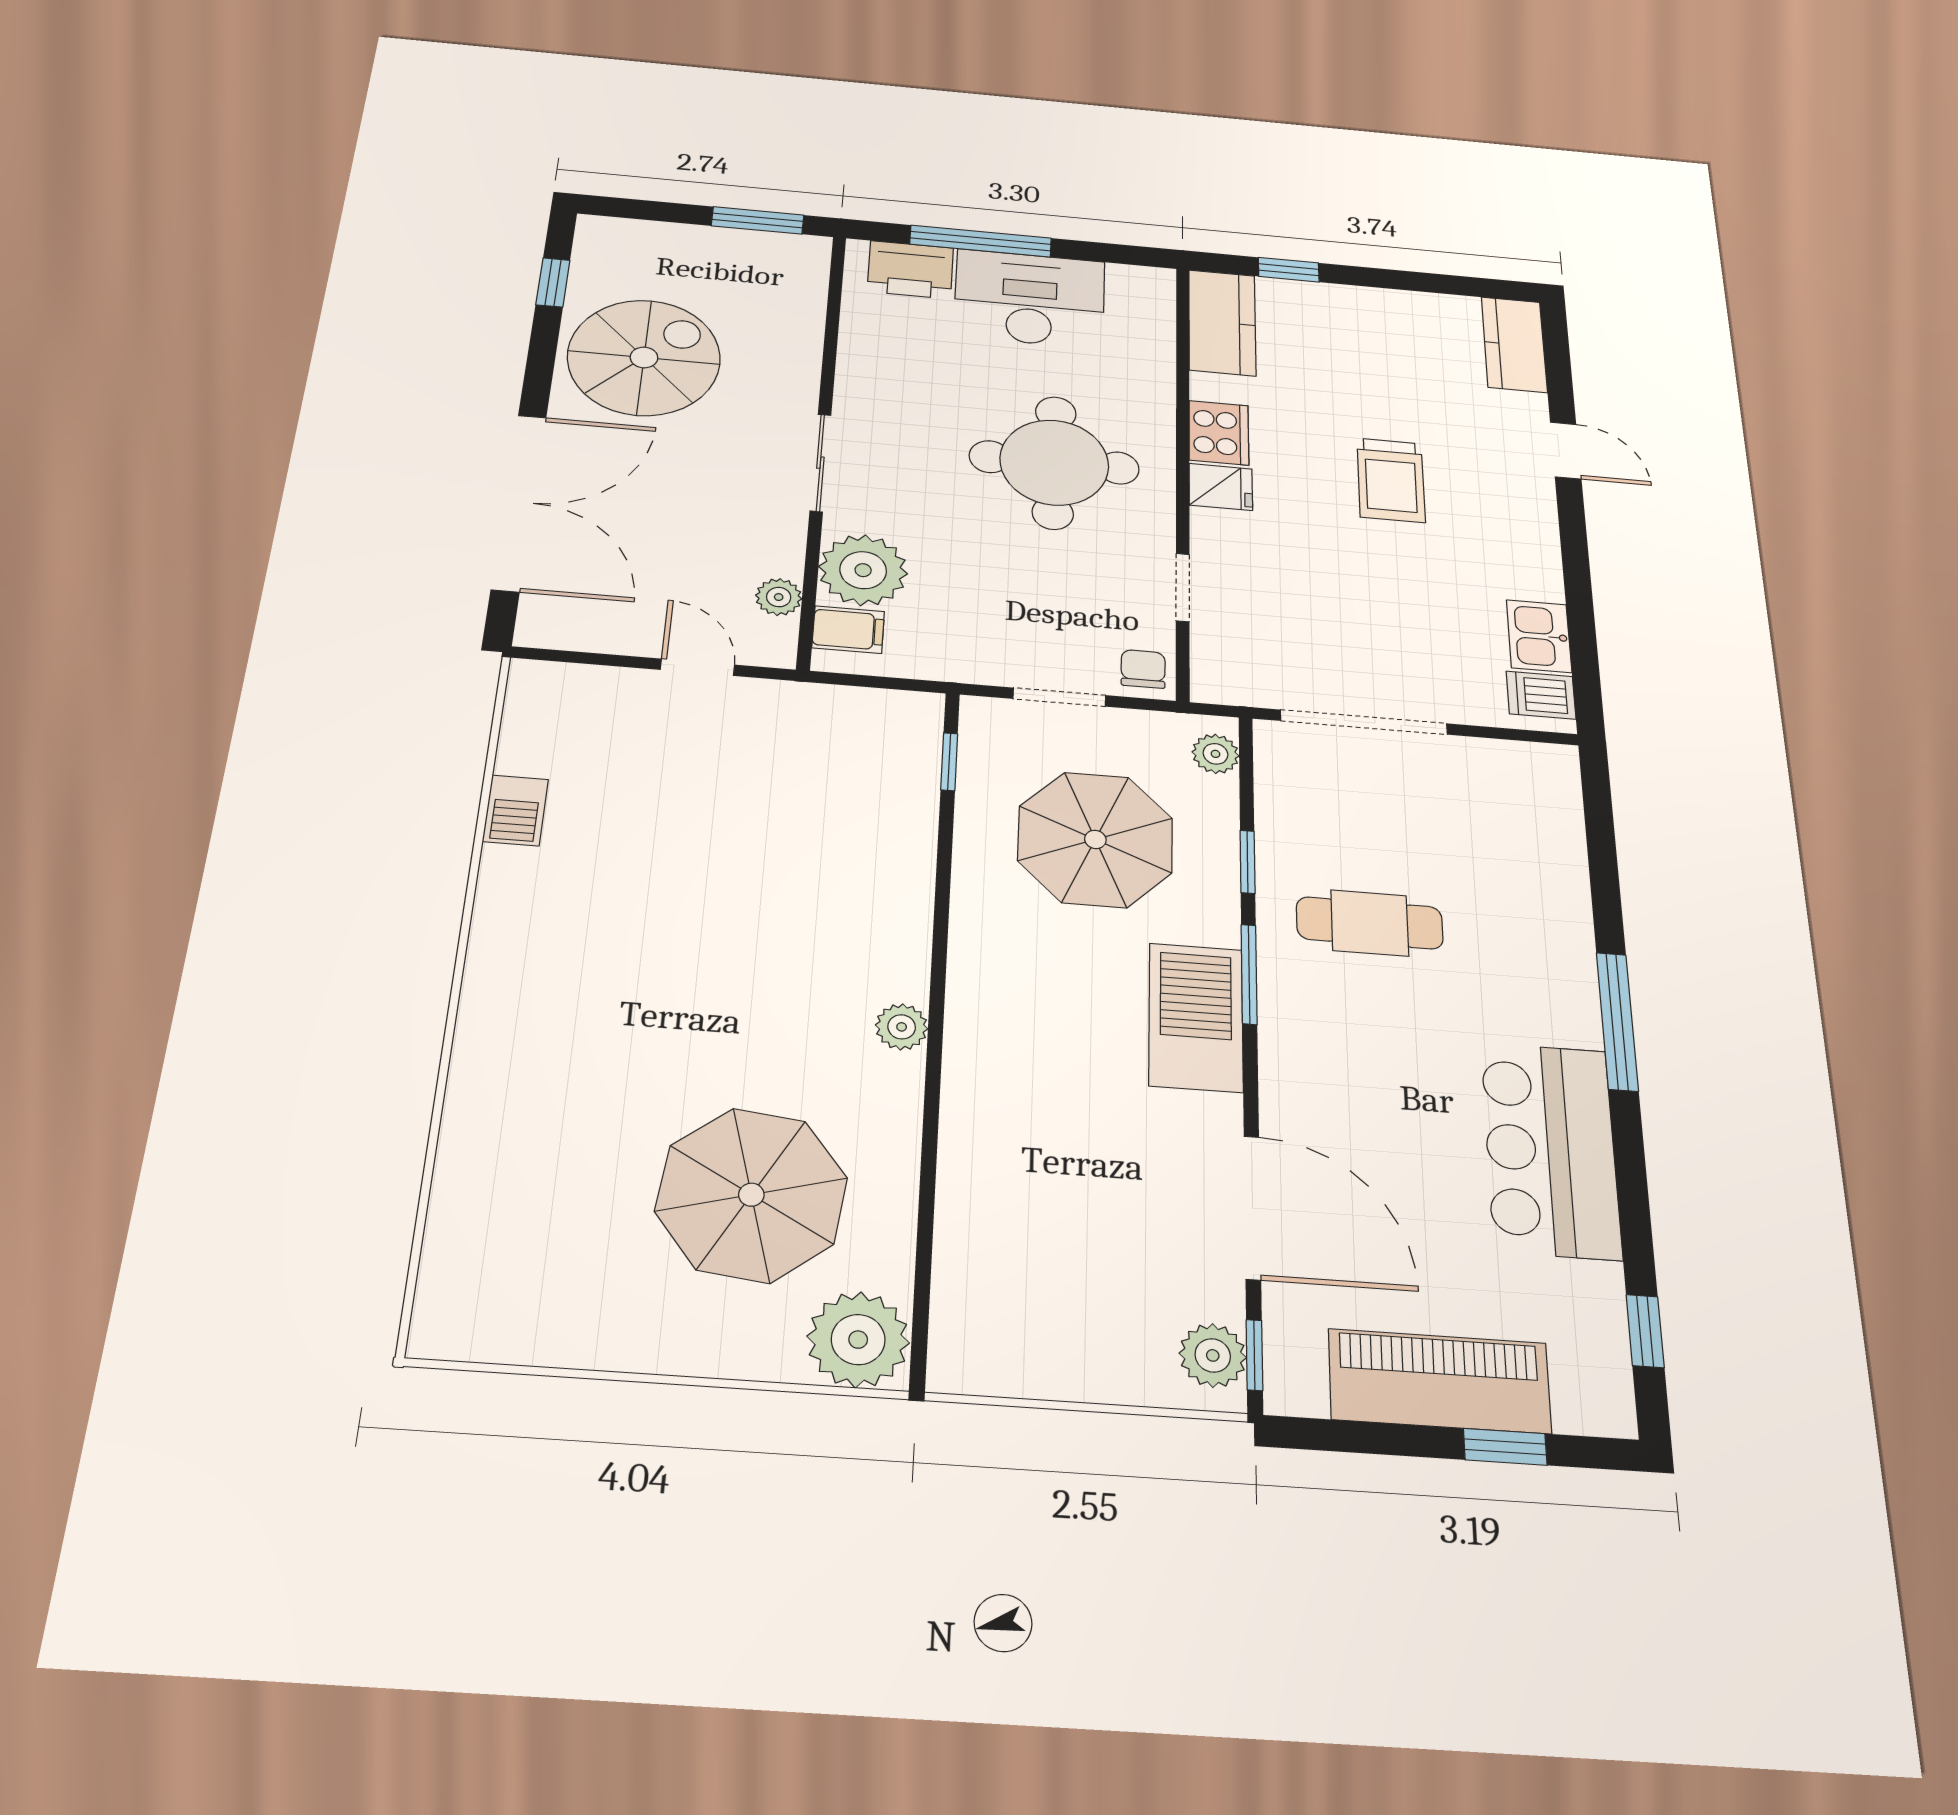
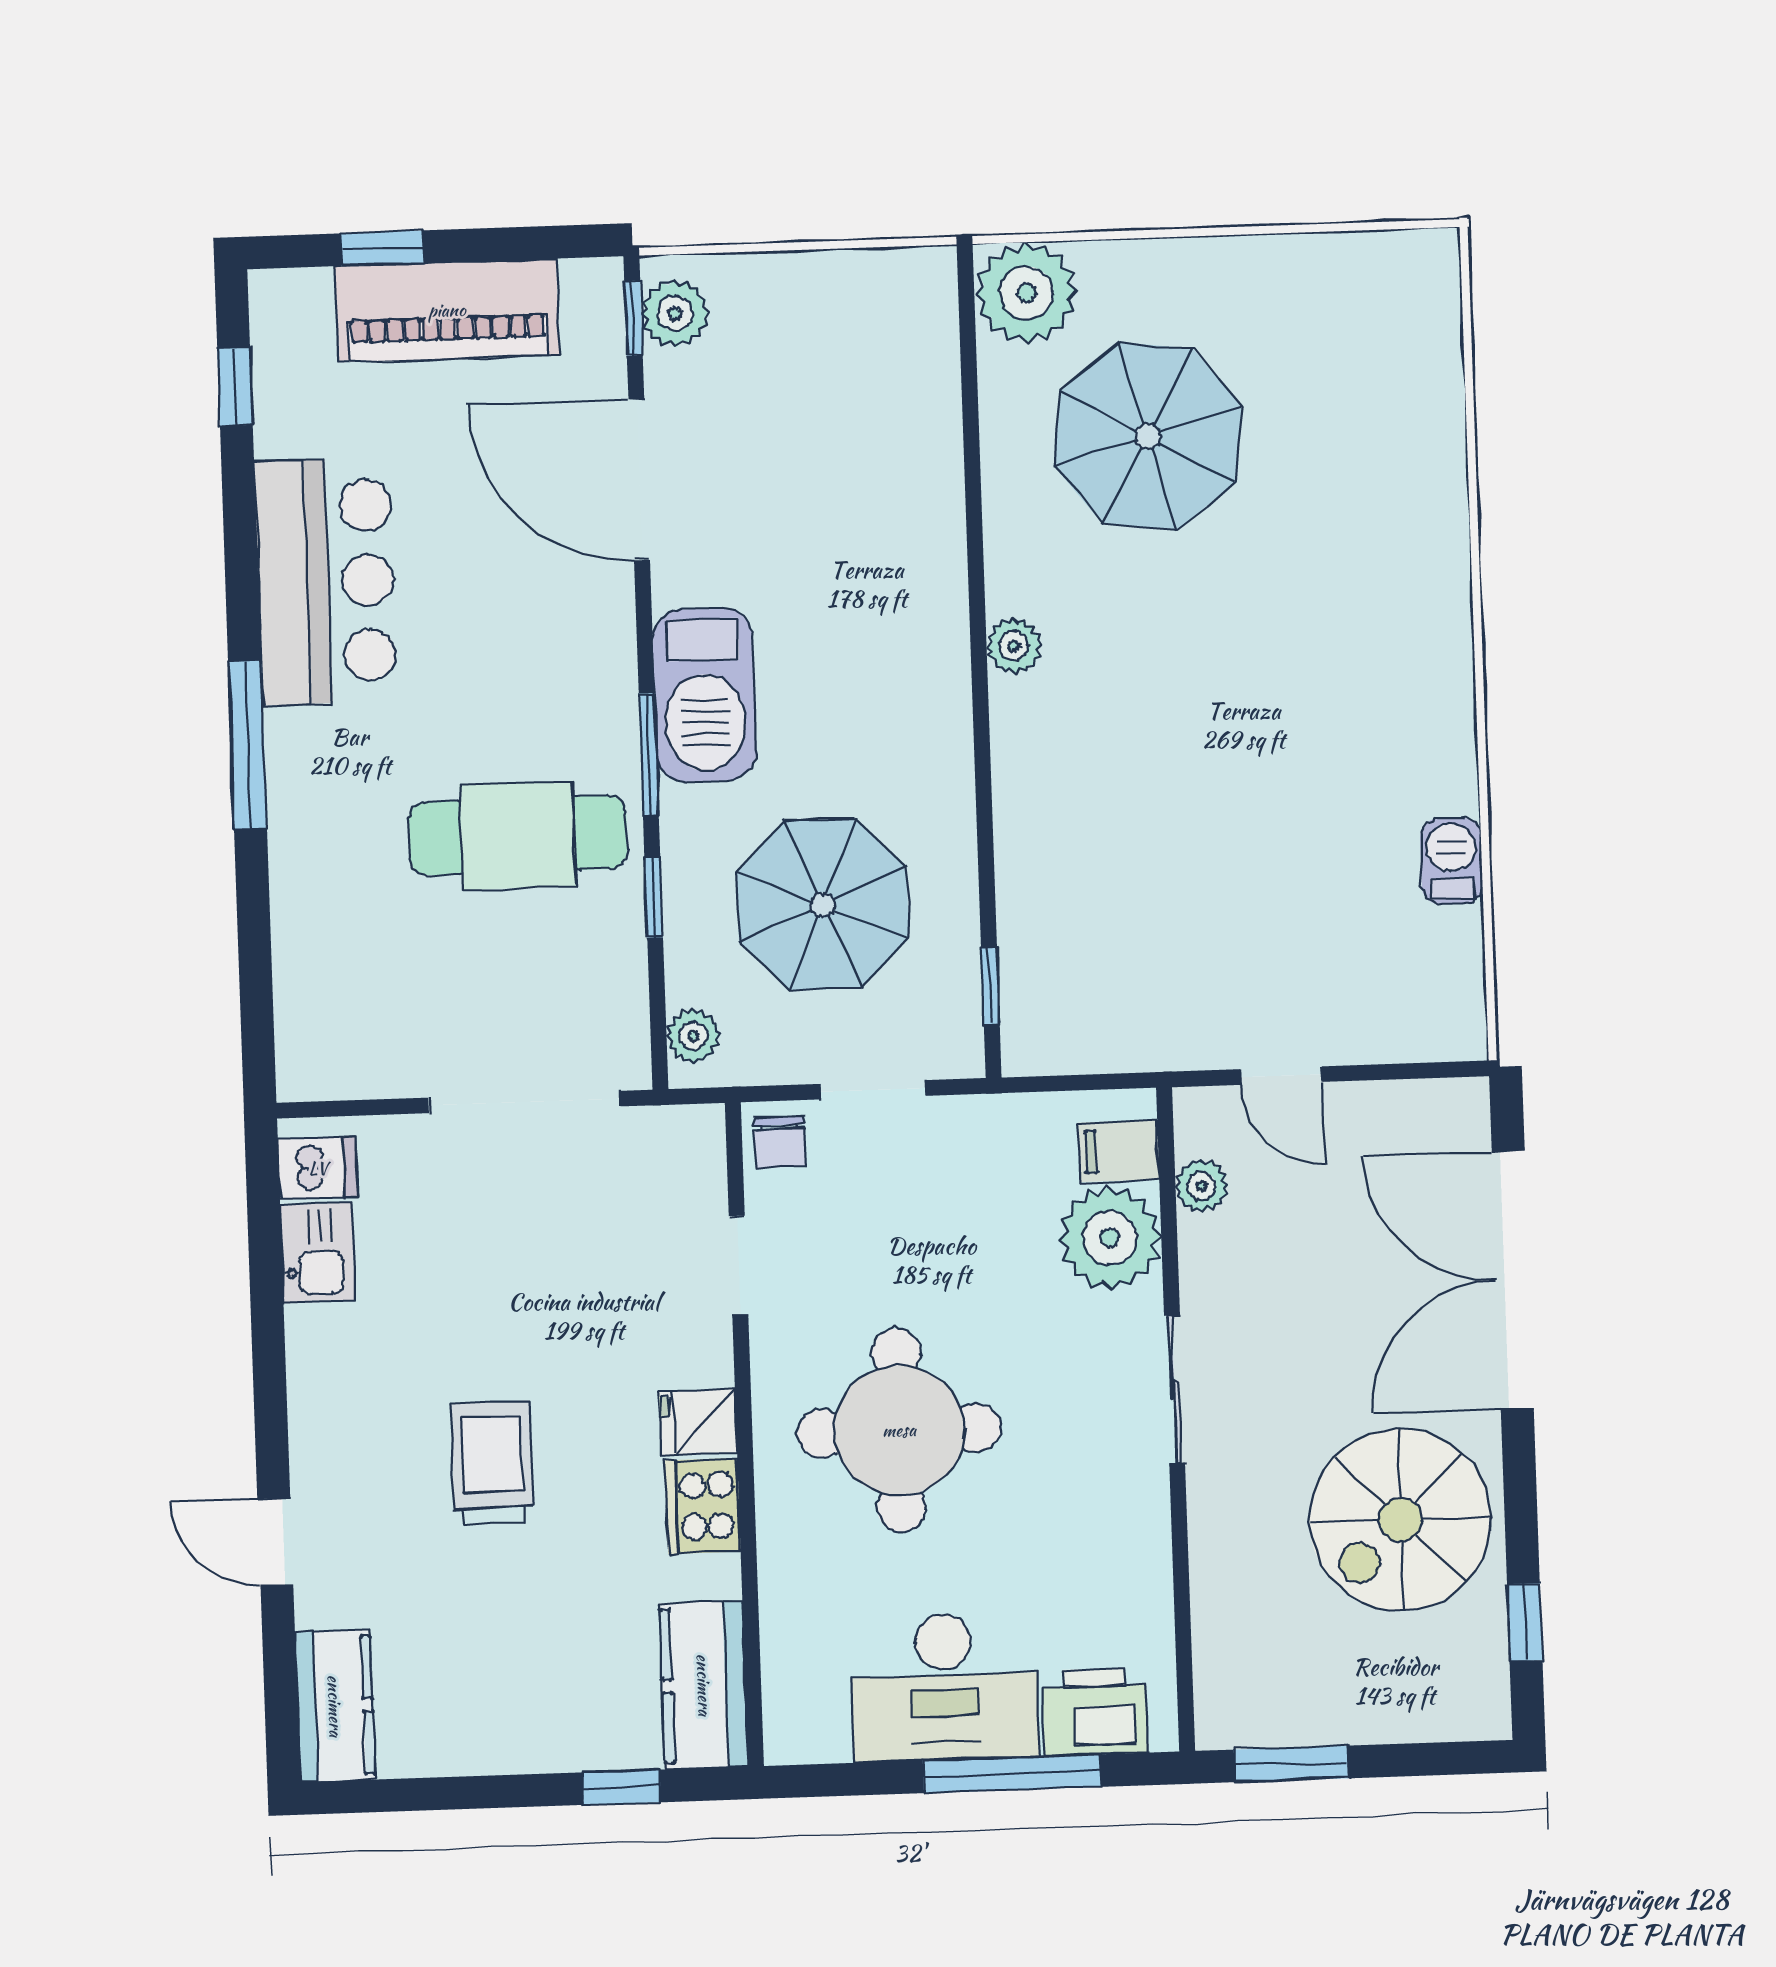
cafe table: (1370, 923) -> (518, 835), width x1.37, depth x1.35

